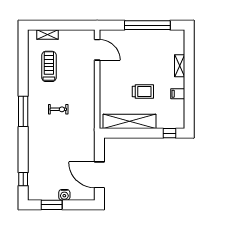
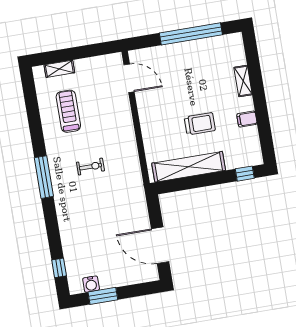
water cooler: (64, 195) -> (91, 284), moved

